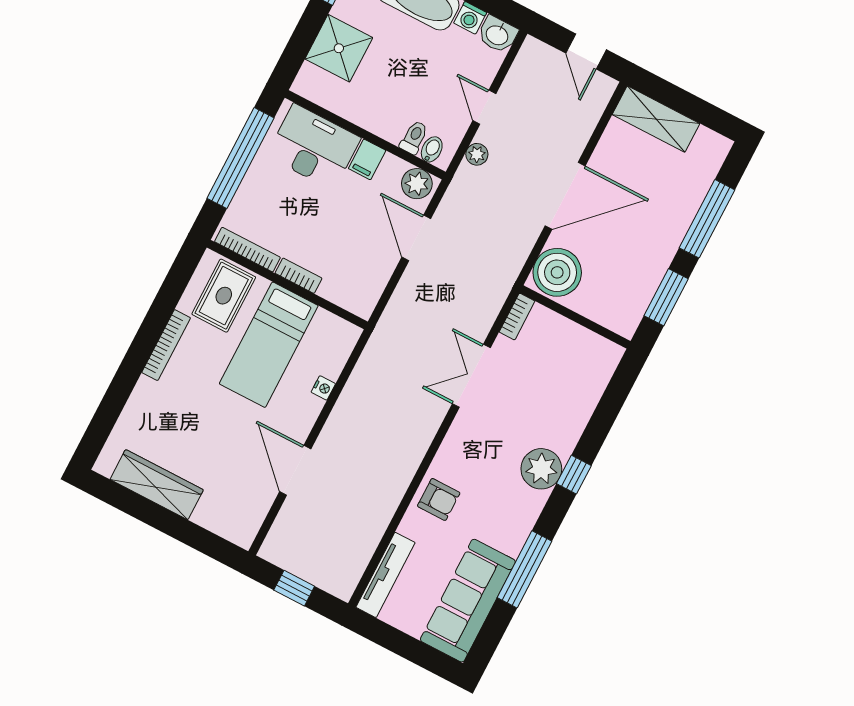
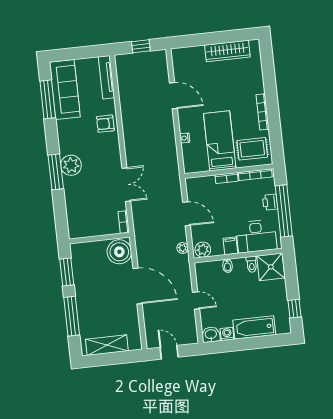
shower: (339, 48) -> (271, 267), moved
shelving: (656, 119) -> (107, 345), moved
toilet: (414, 137) -> (252, 264), moved
bidet: (432, 149) -> (227, 266), moved
plant: (477, 154) -> (183, 248), moved
printer: (253, 188) -> (270, 202), added
door: (565, 196) -> (137, 286), swing flipped
door: (416, 238) -> (186, 214), moved
rug: (224, 296) -> (252, 149), turned 90
window: (574, 475) -> (56, 172), width x2.17
window: (525, 569) -> (48, 99), moved

